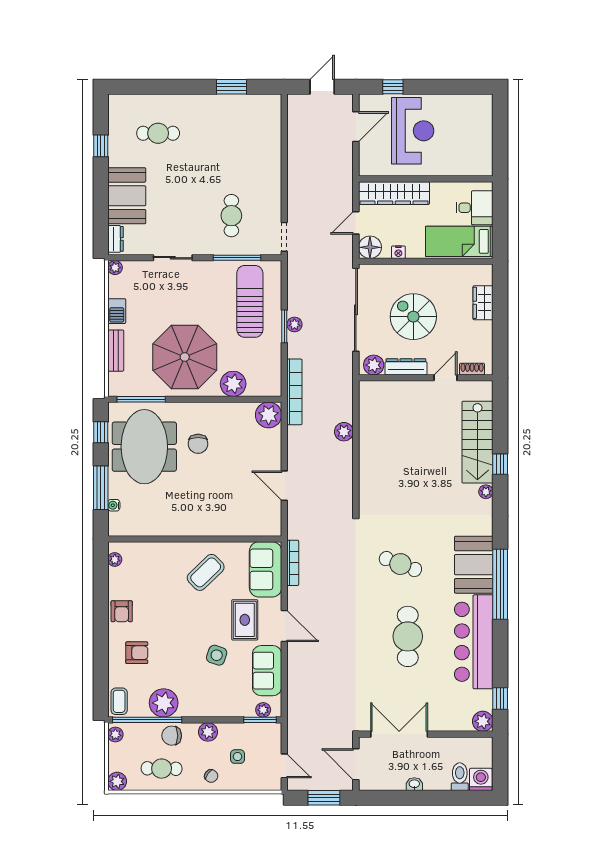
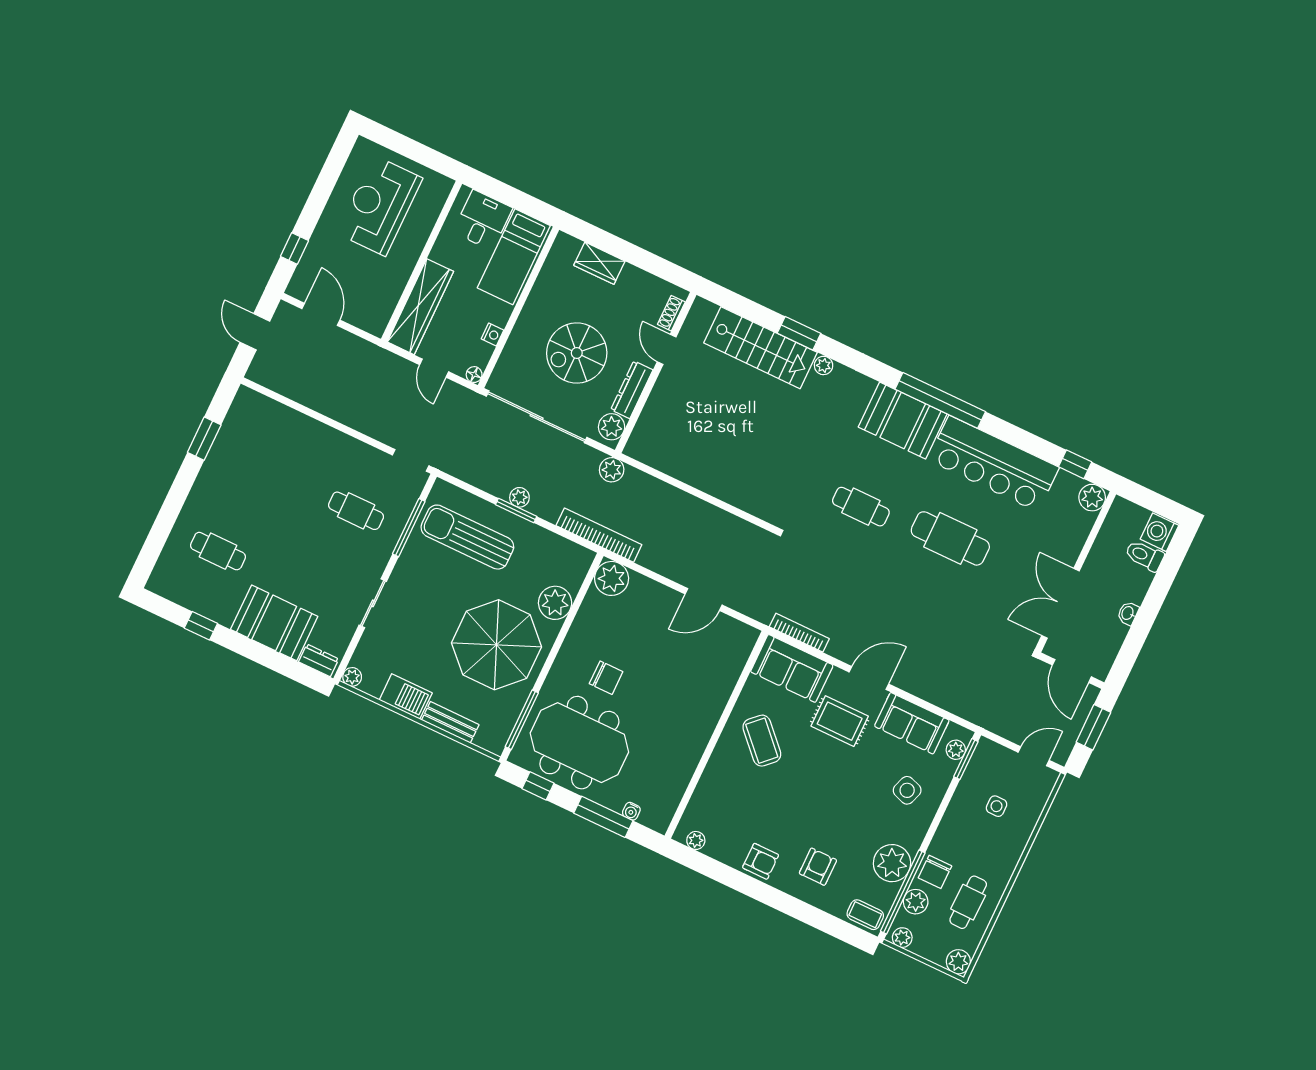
reception desk: (413, 131) -> (380, 206), moved, turned -90
cafe table: (158, 133) -> (218, 551), turned 90
floor lamp: (370, 247) -> (474, 375), width x0.53, depth x0.53
barbecue: (117, 311) -> (406, 696), width x1.38, depth x1.27
plant: (344, 432) -> (612, 470), moved
window: (500, 464) -> (799, 333), width x1.50
cafe table: (400, 564) -> (861, 507), turned 69
side table: (217, 655) -> (907, 790), moved
plant: (208, 732) -> (916, 902), moved
door: (356, 764) -> (1072, 671), hinge flipped
chair: (211, 776) -> (1005, 848), removed

